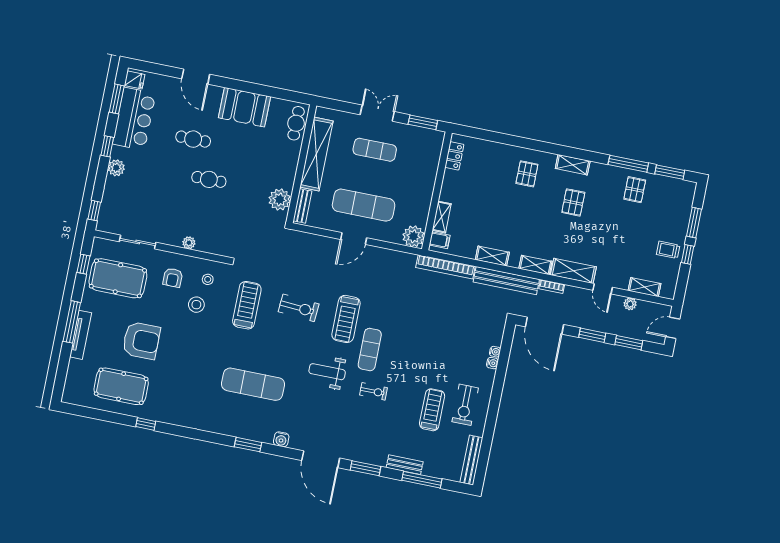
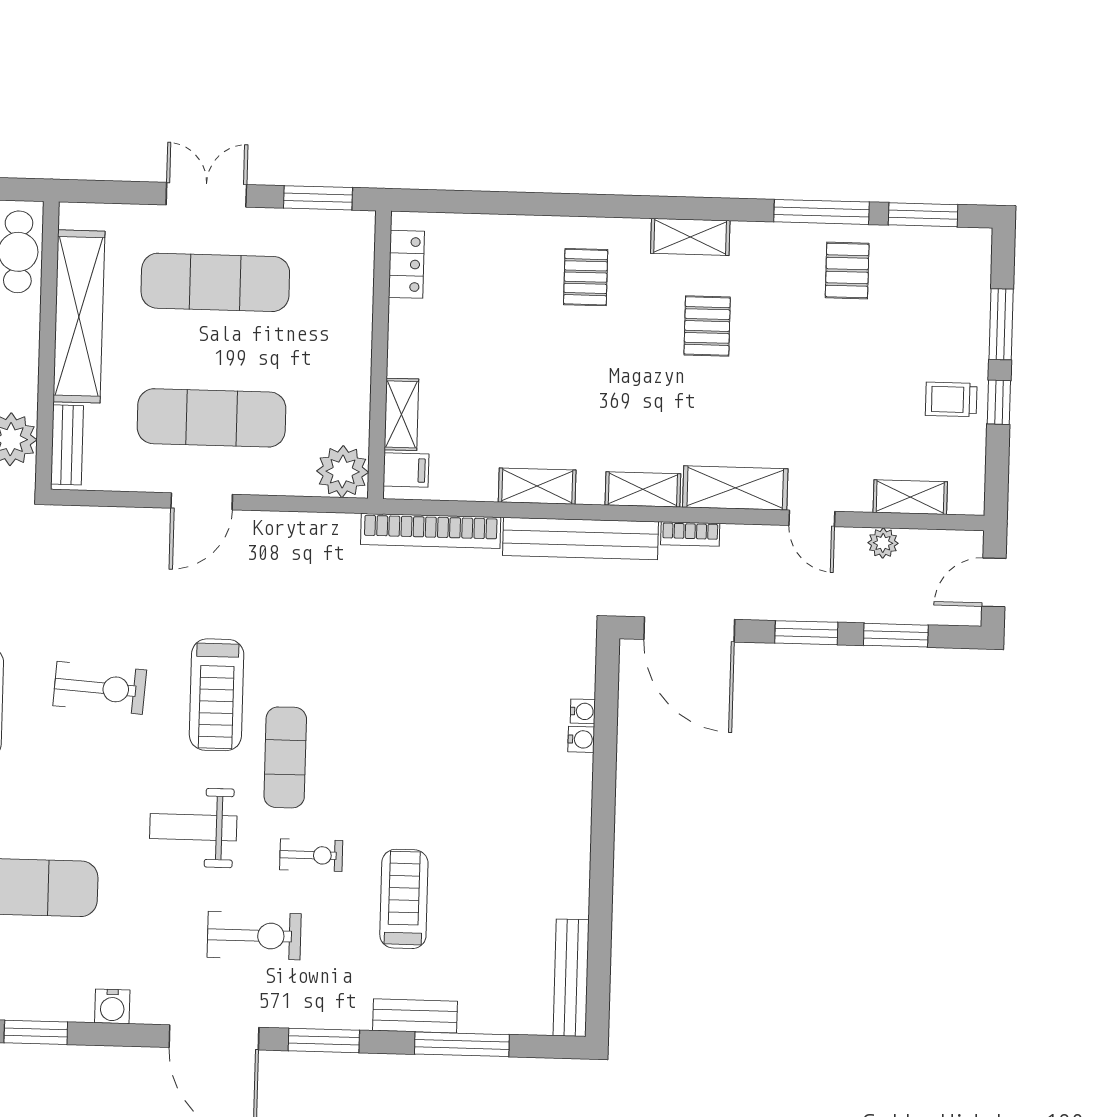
exercise mat: (375, 150) -> (215, 282), width x1.36, depth x1.45
exercise bike: (465, 405) -> (254, 936), moved, turned -90
treadmill: (432, 410) -> (404, 899), moved

